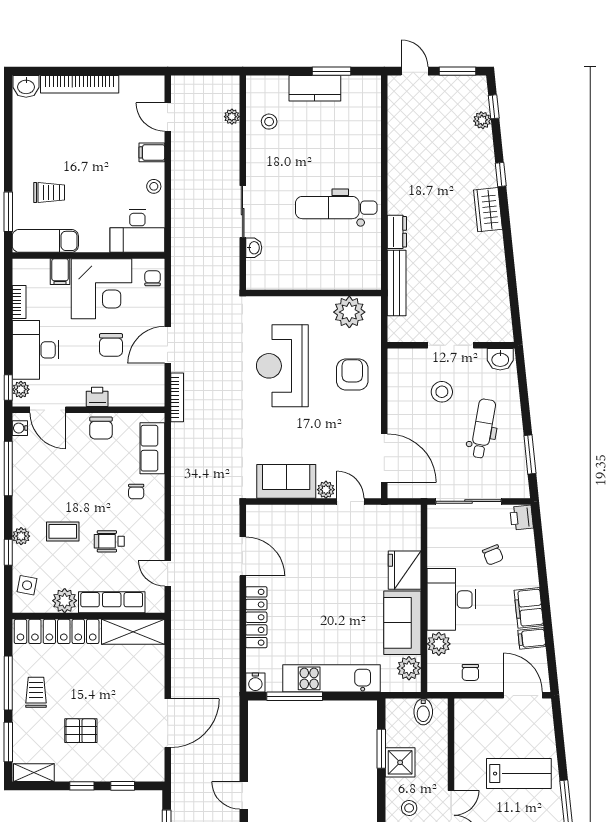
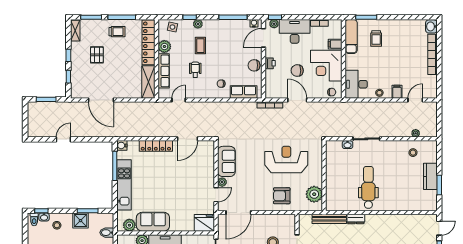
armchair: (352, 375) -> (282, 196), turned 180
fridge: (405, 570) -> (204, 223), moved

